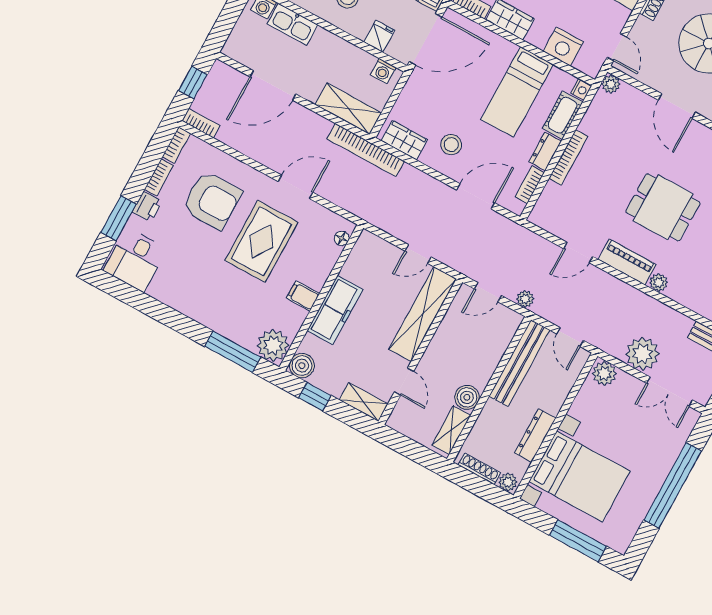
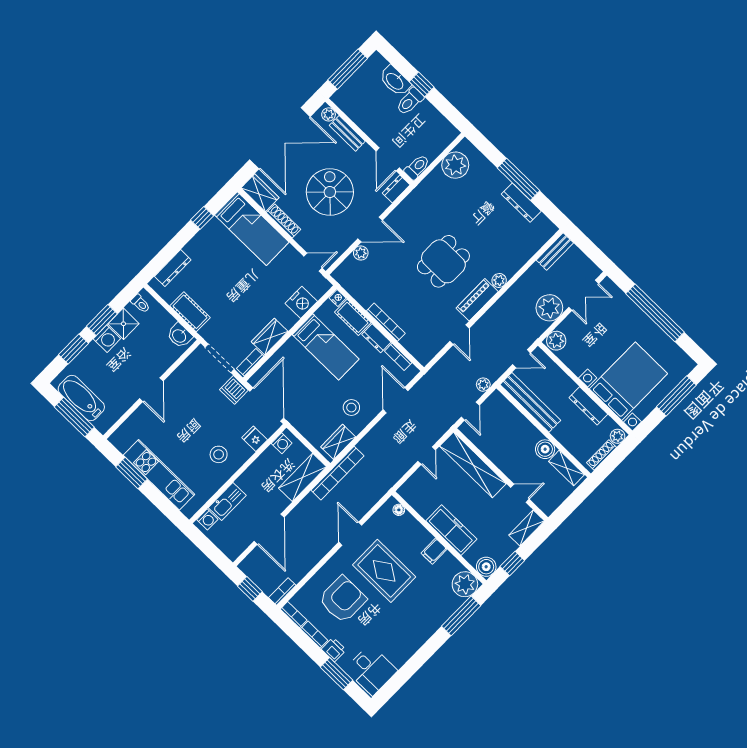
plant: (611, 84) -> (361, 253), moved

